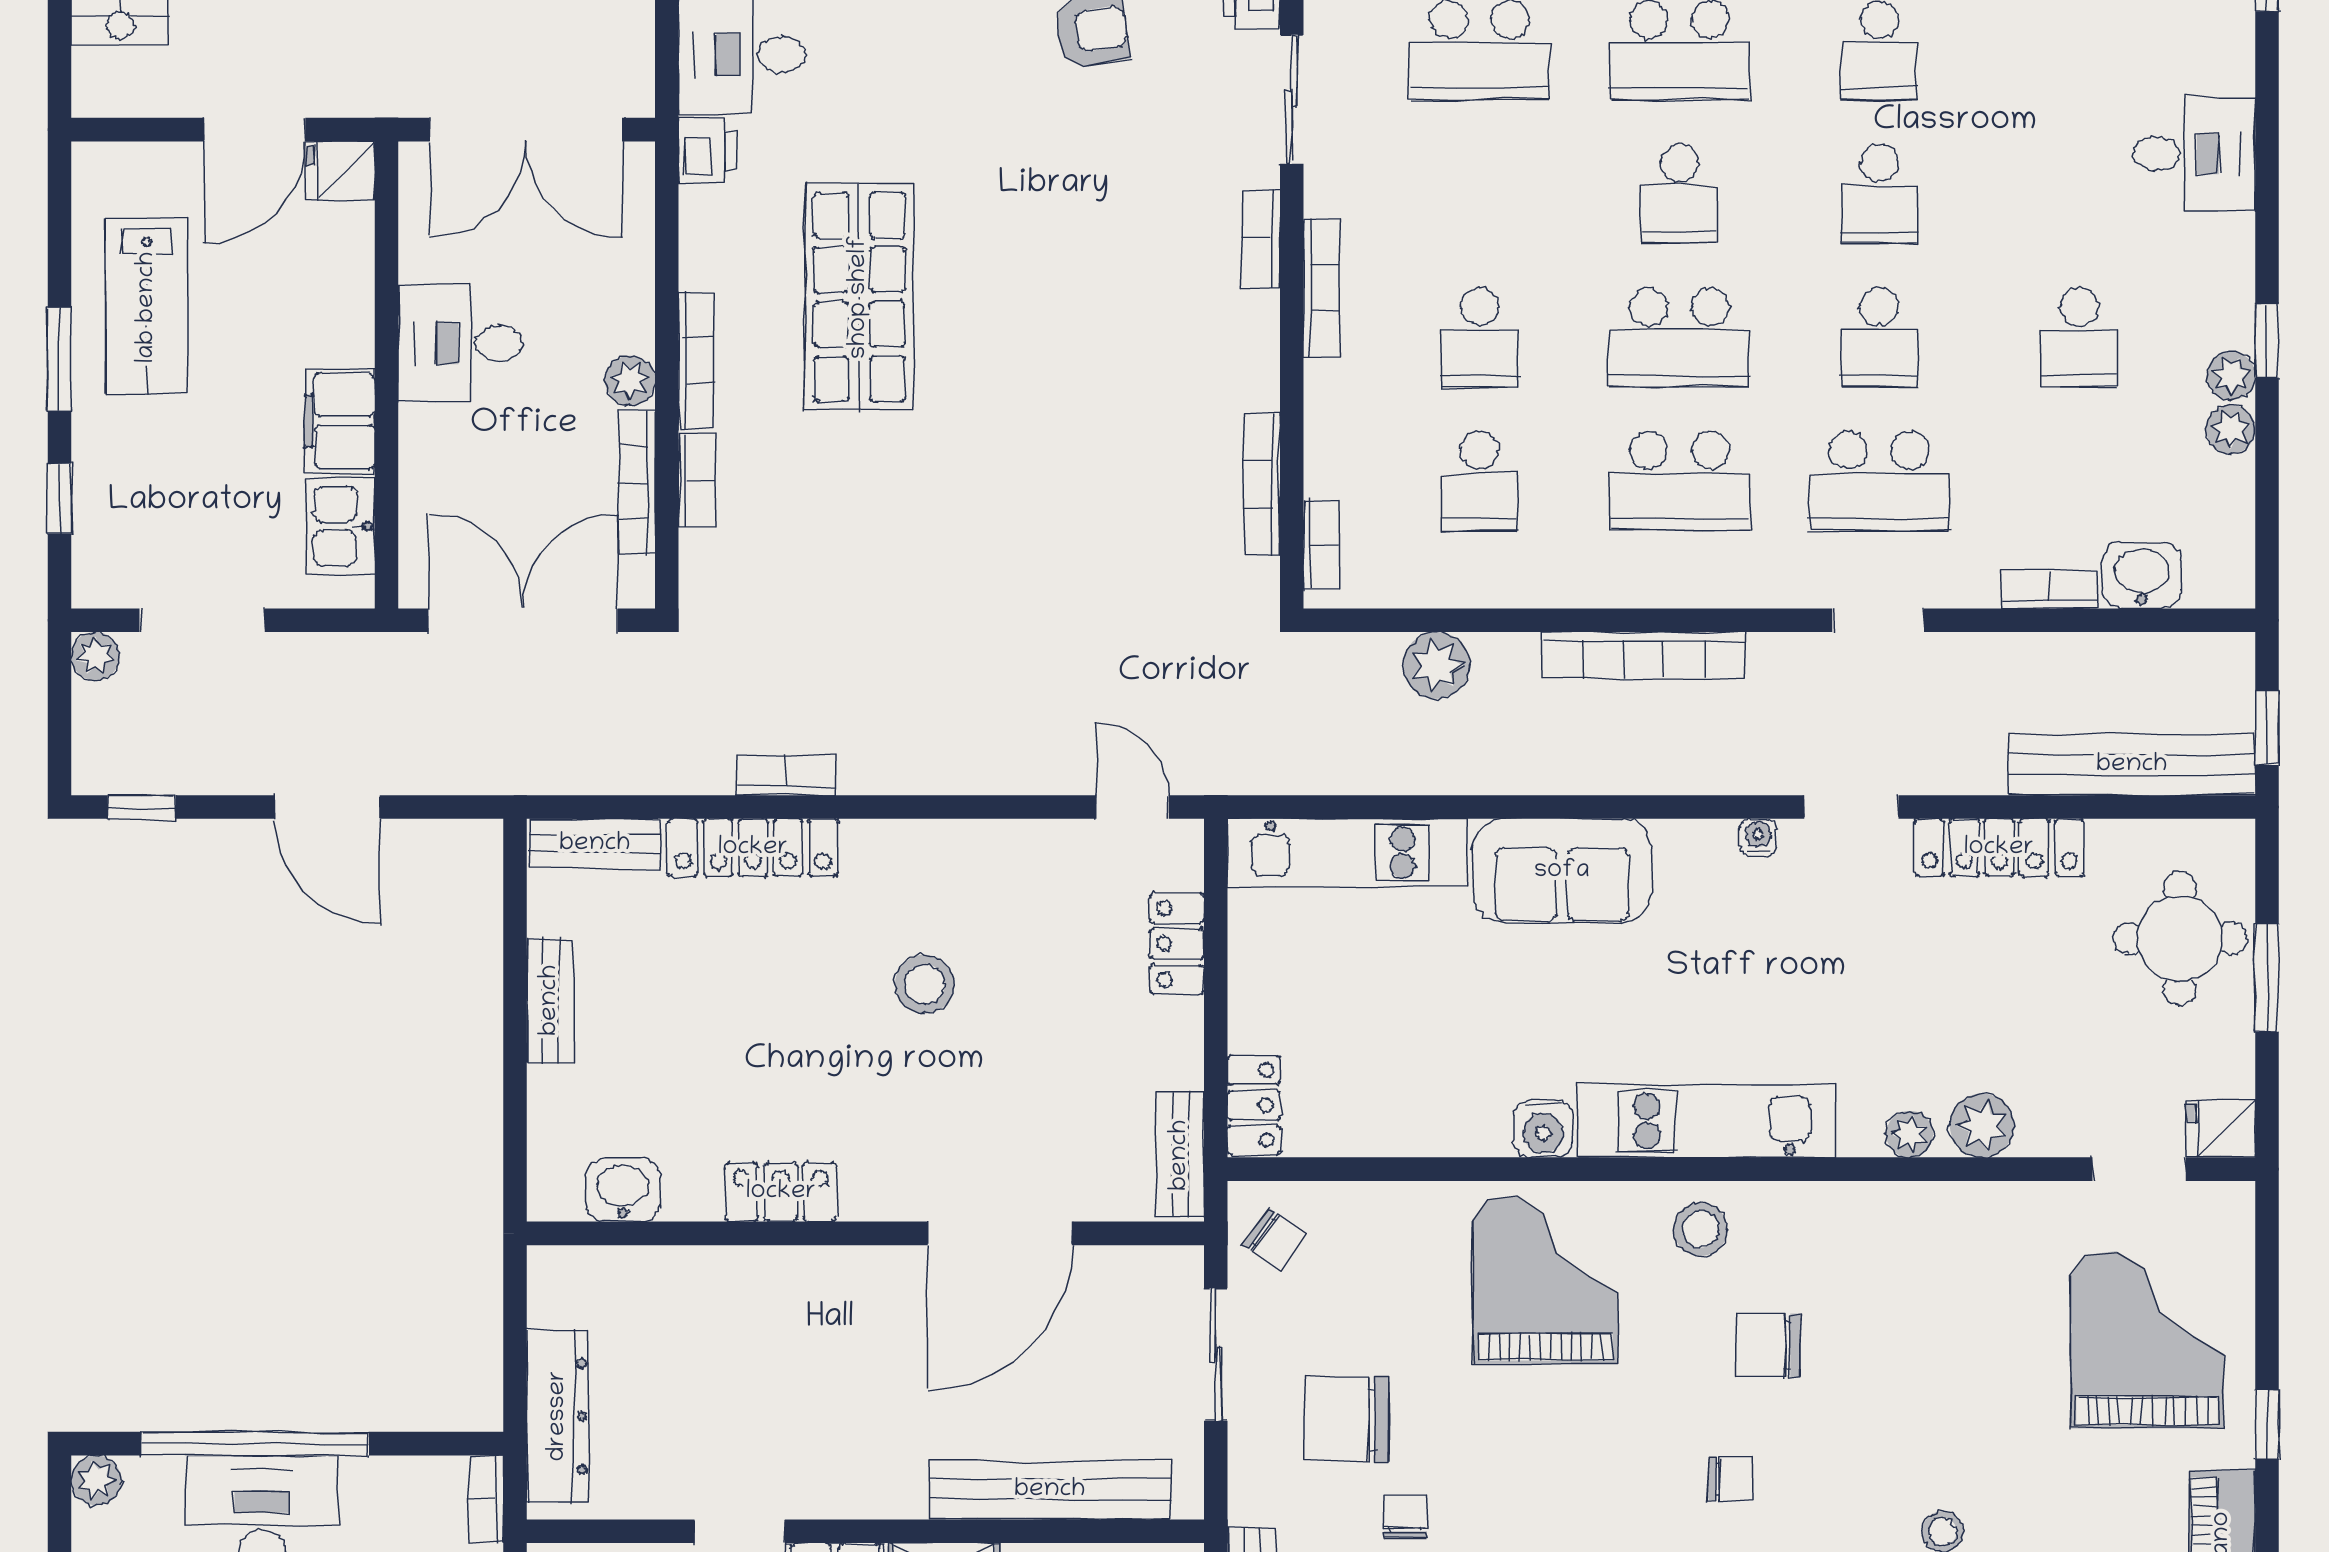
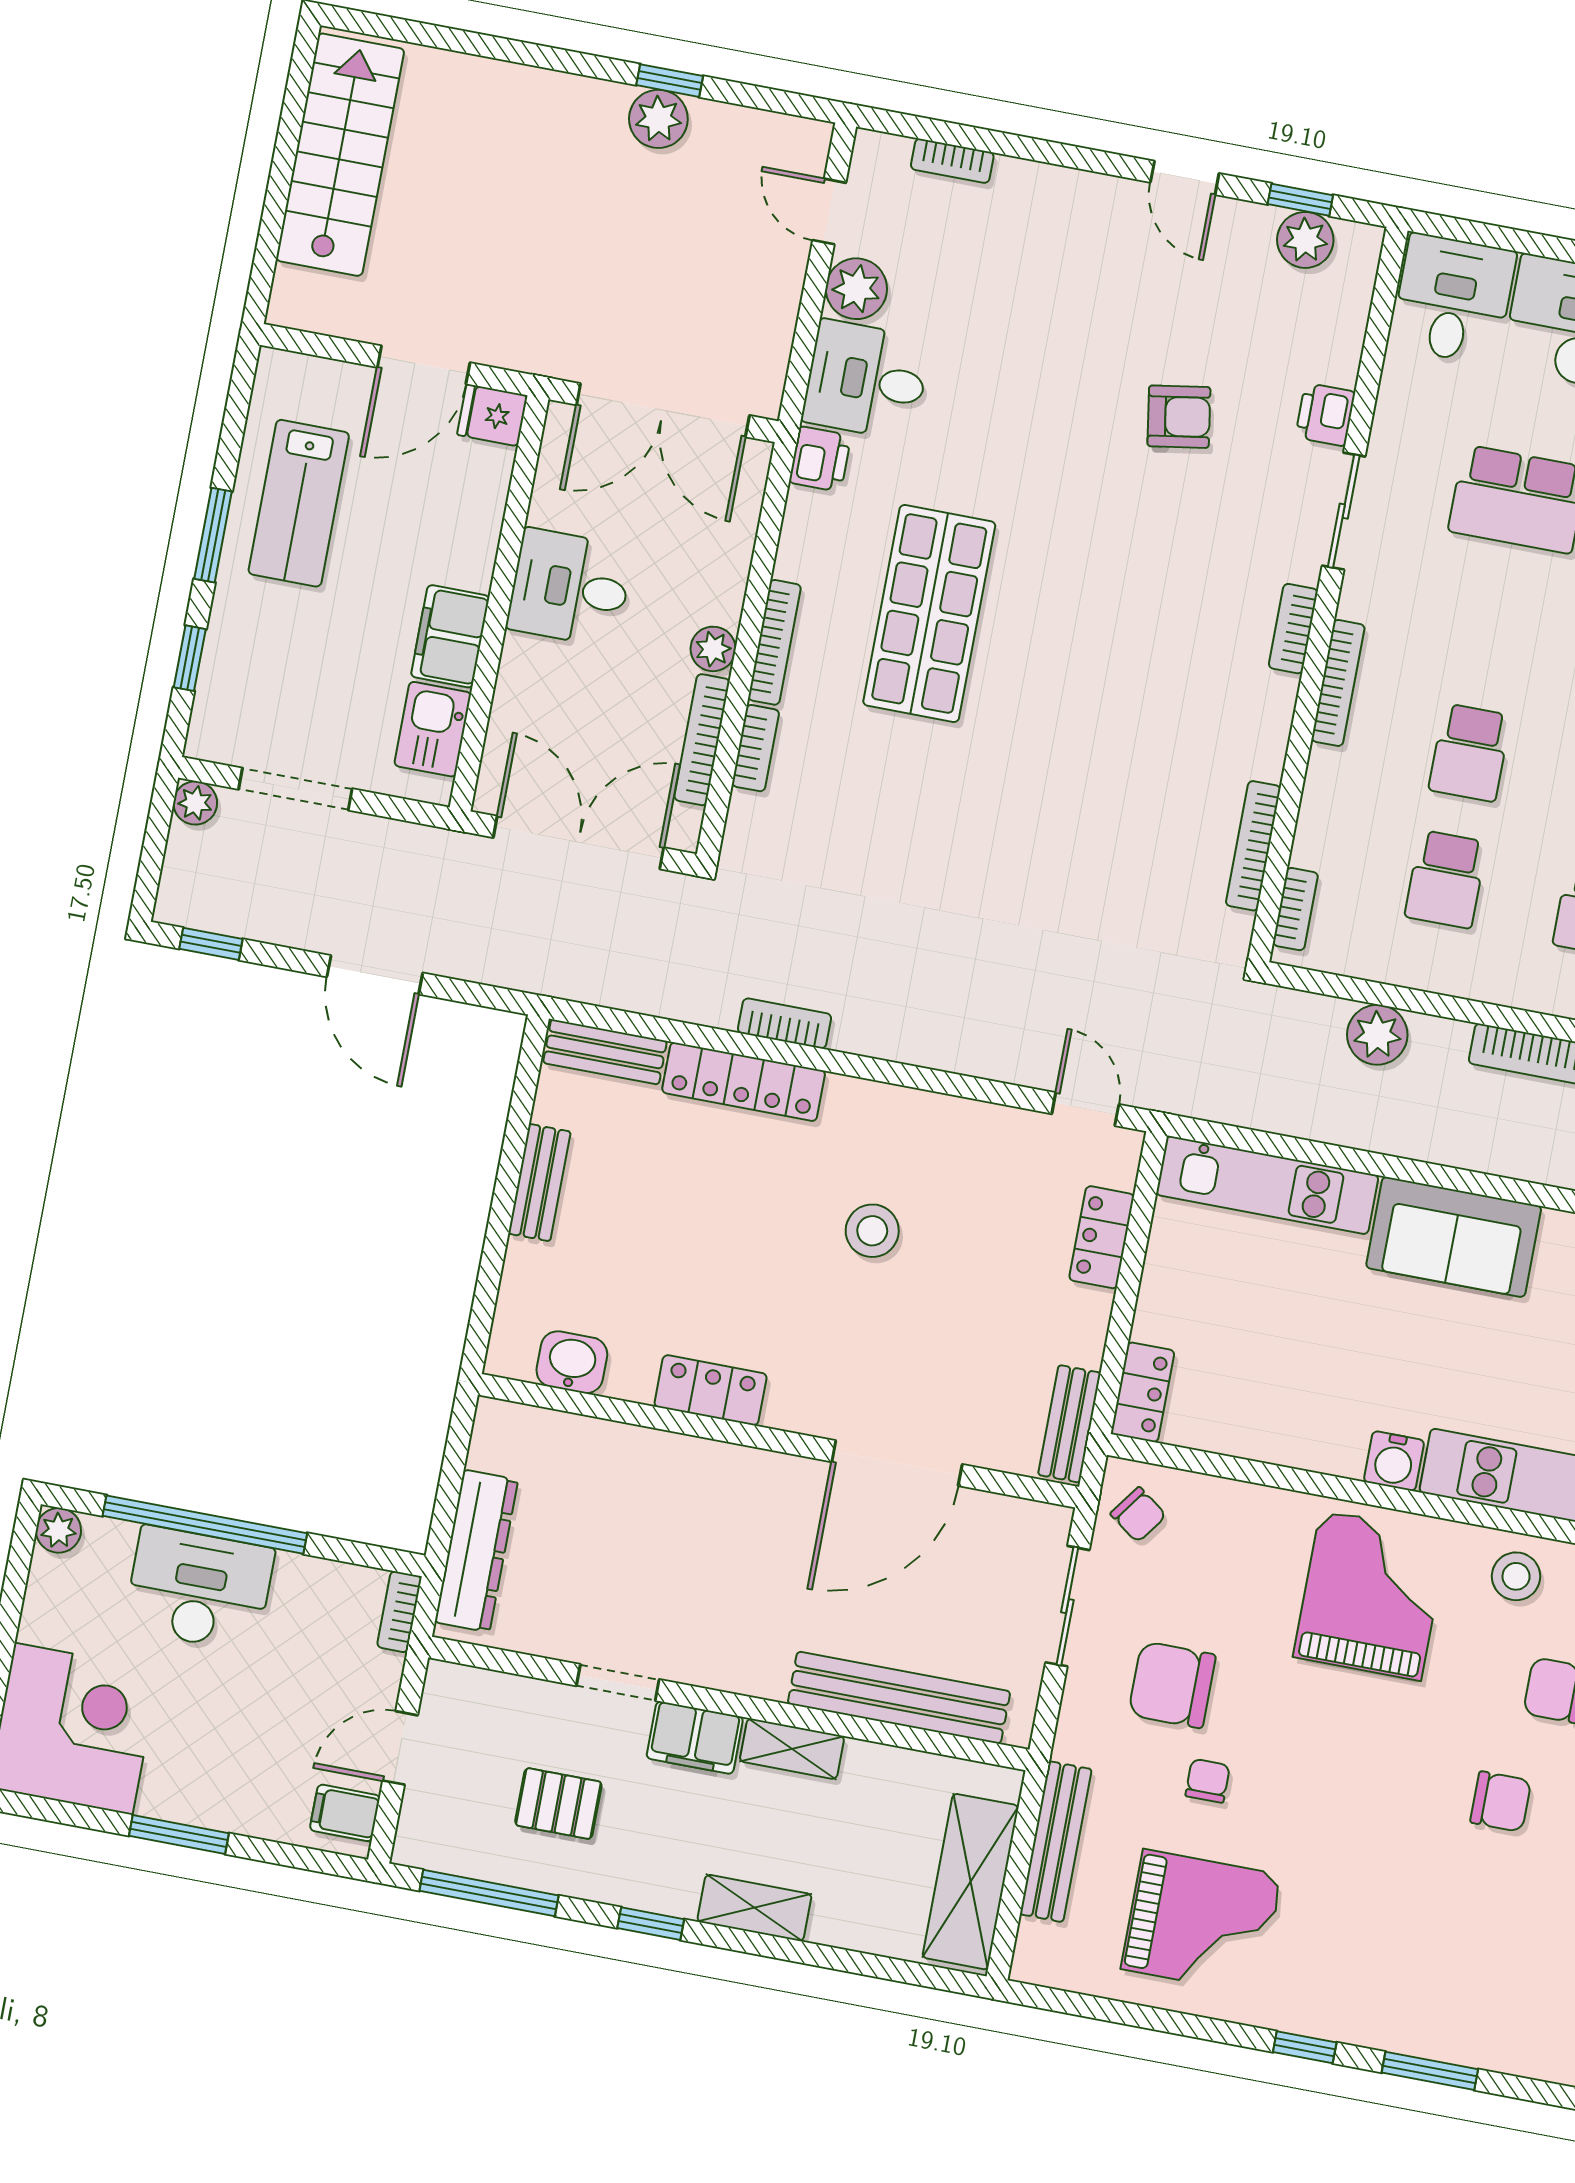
chair: (1730, 1479) -> (1501, 1802), width x1.37, depth x1.37

